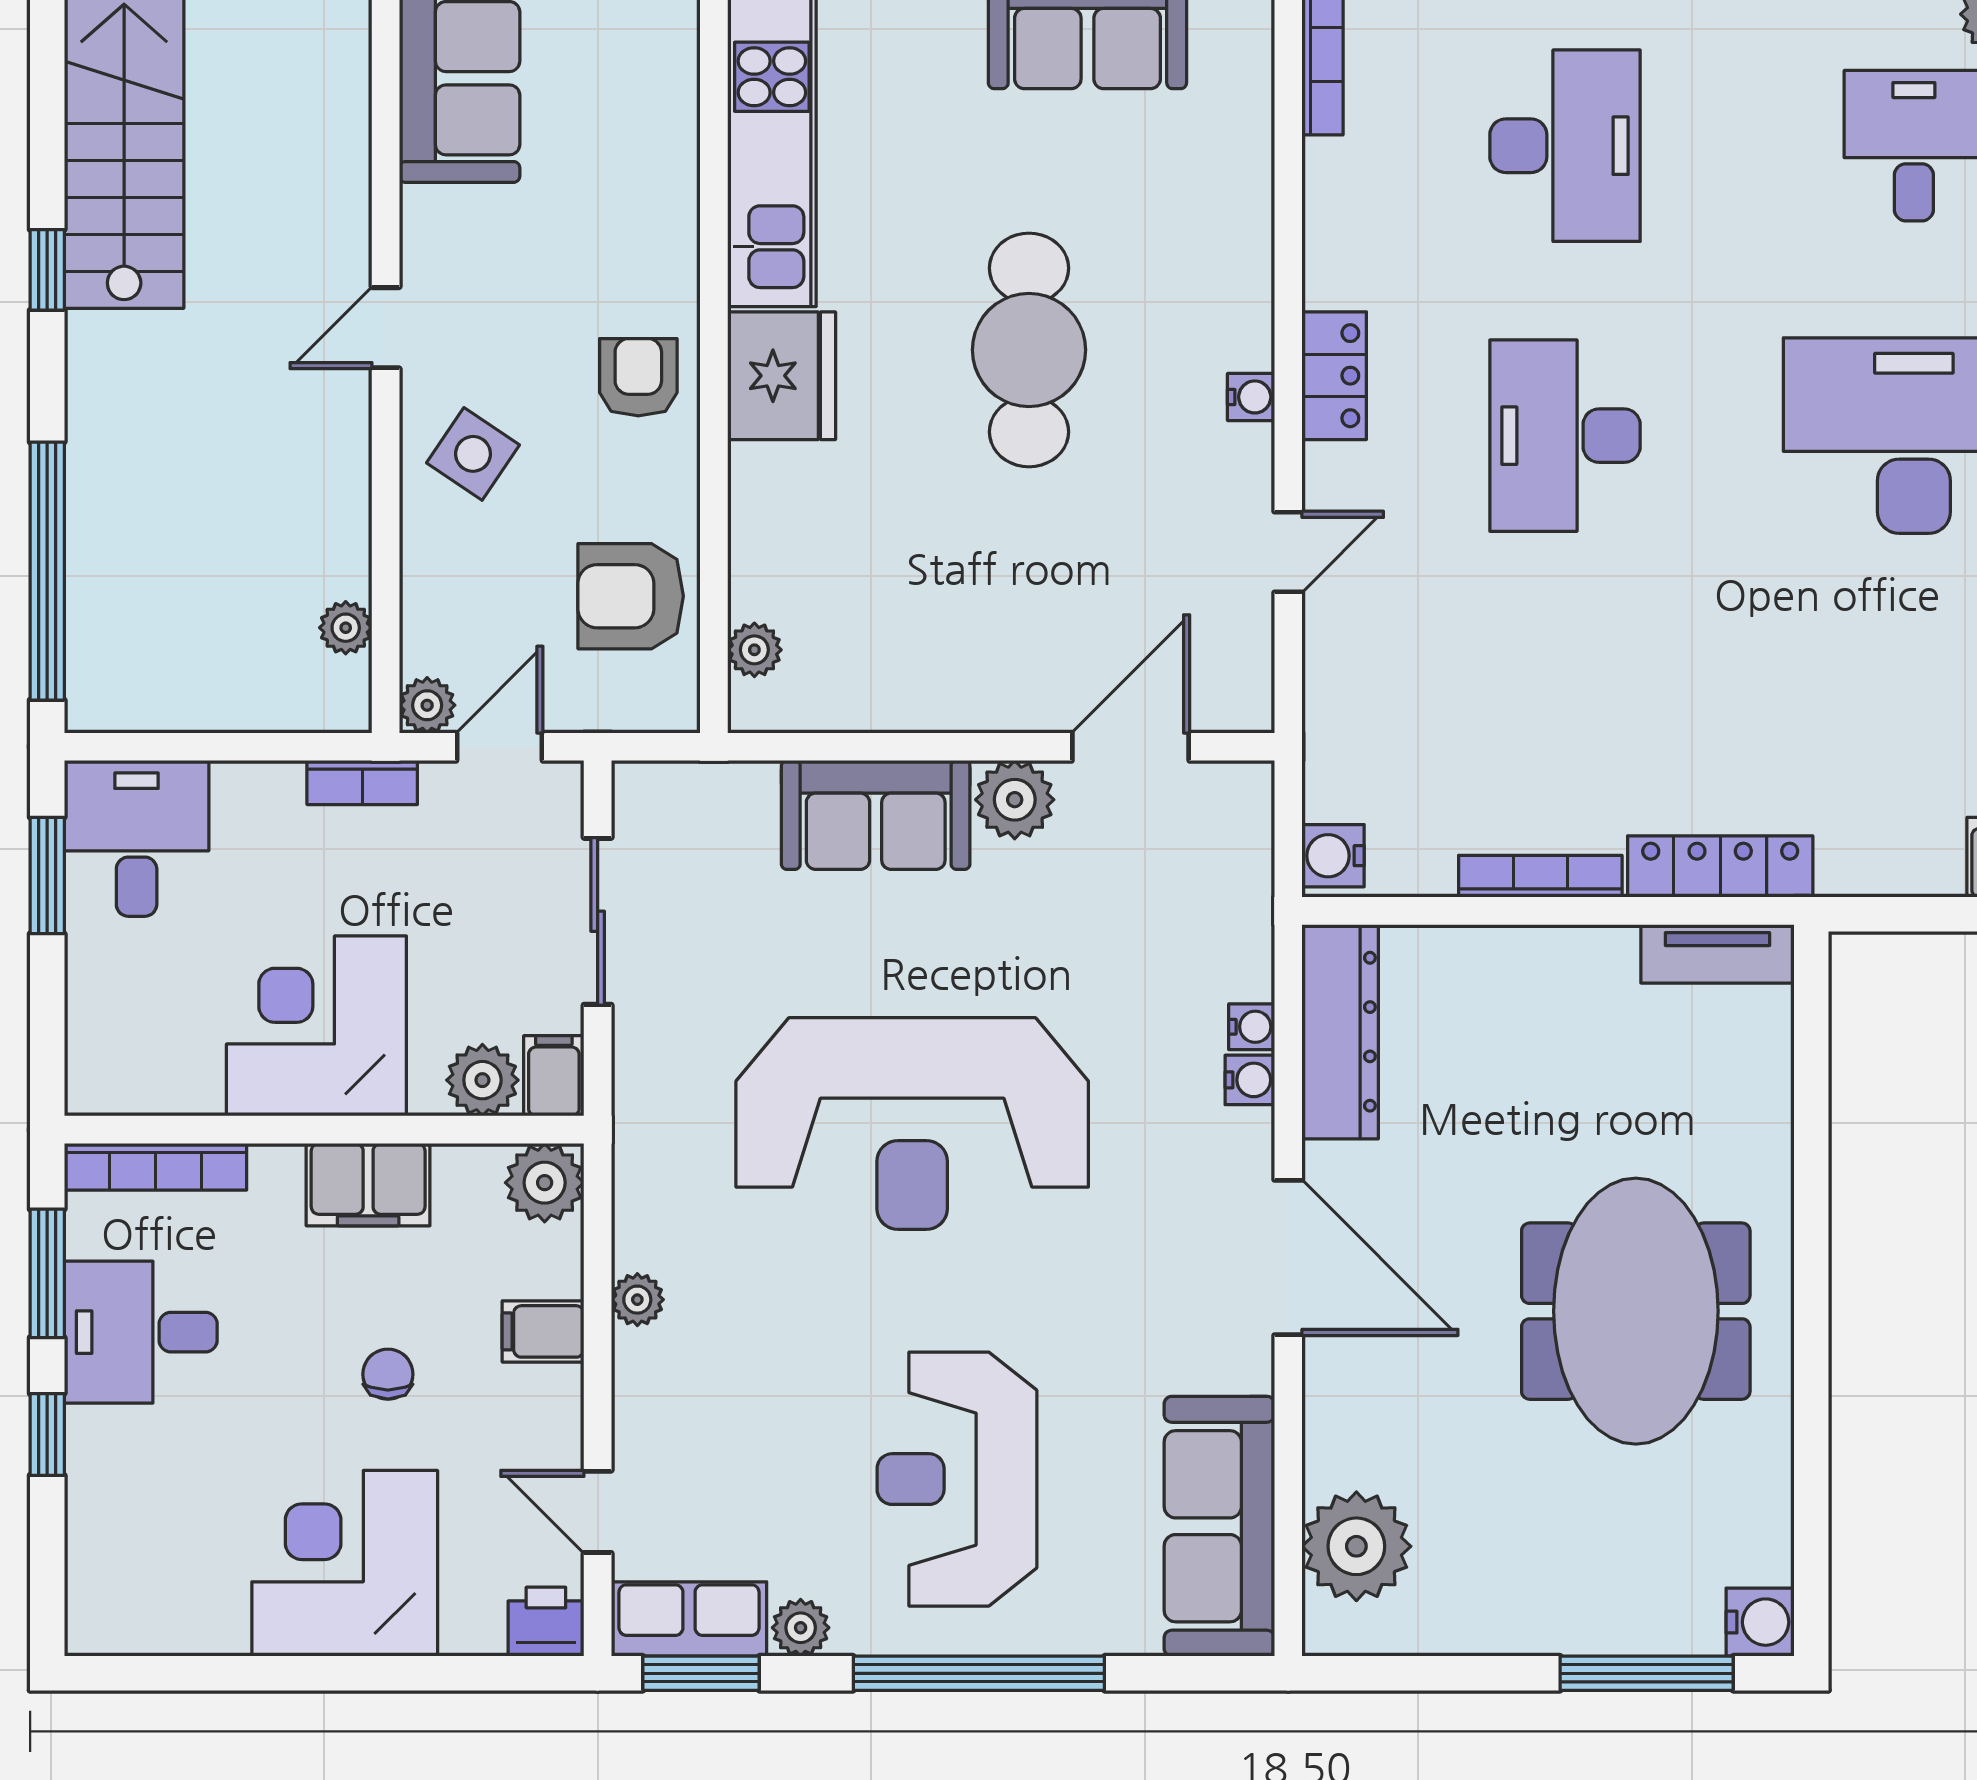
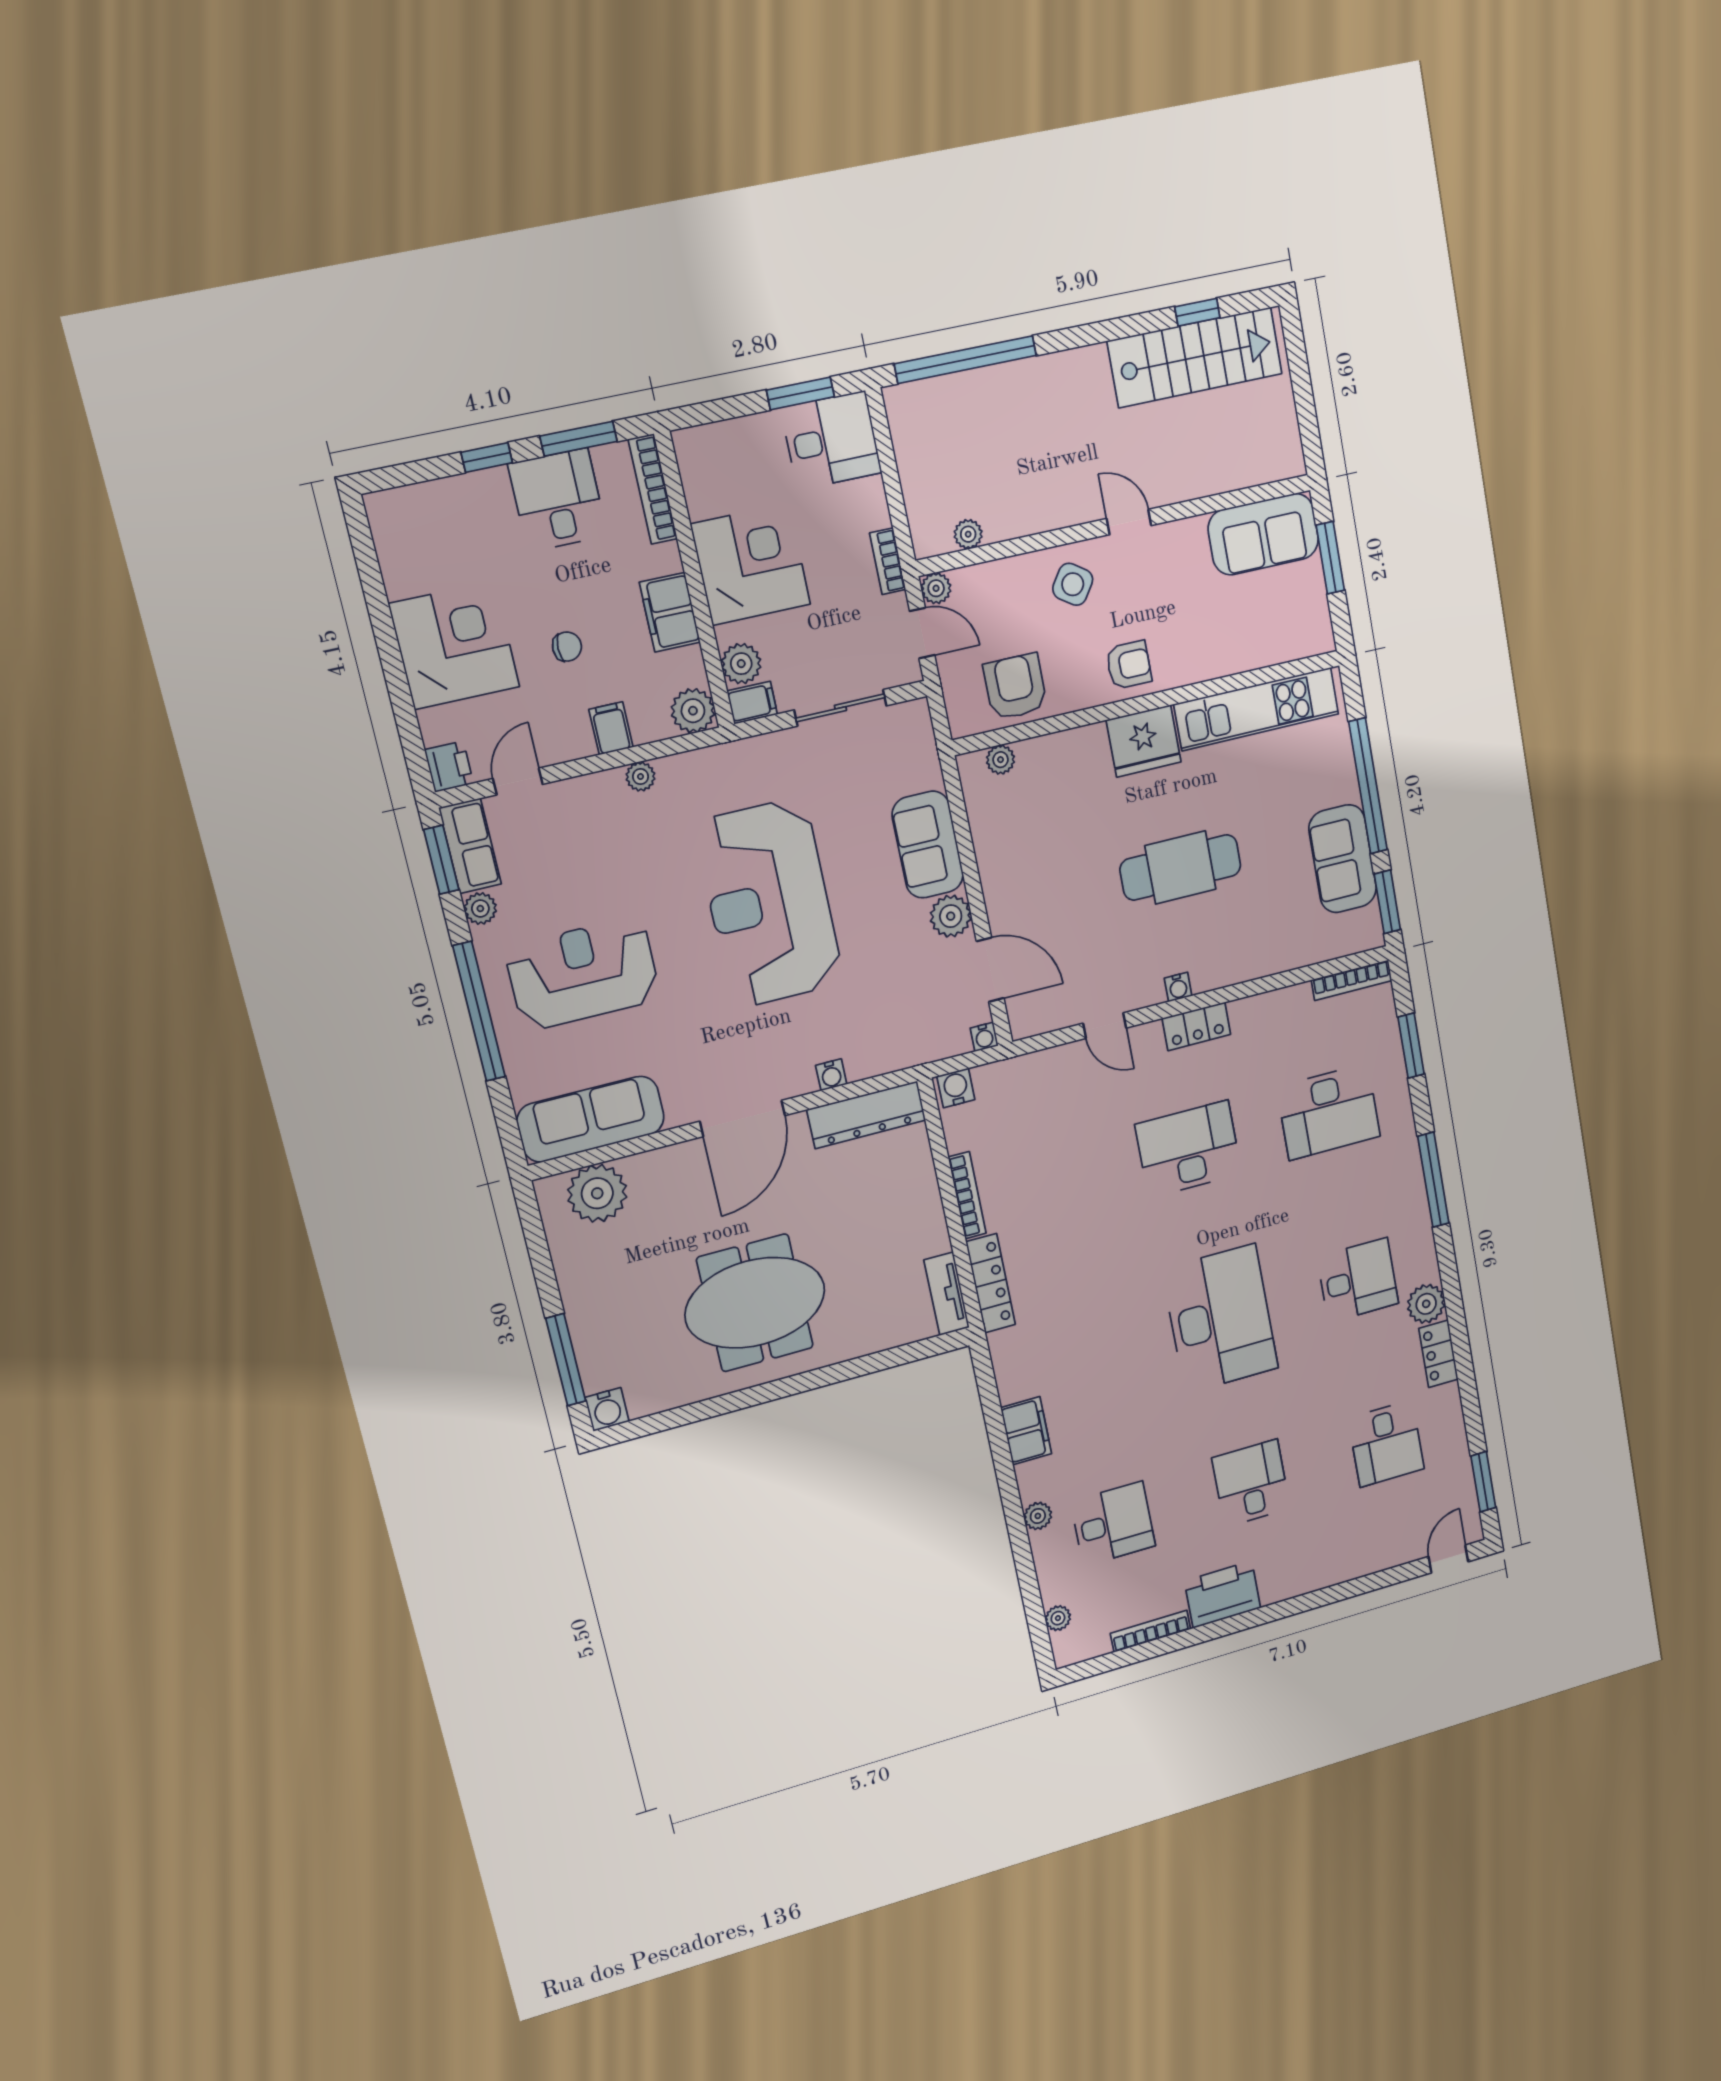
window: (47, 270) -> (1197, 312), moved
water cooler: (1252, 1027) -> (984, 1037), moved

